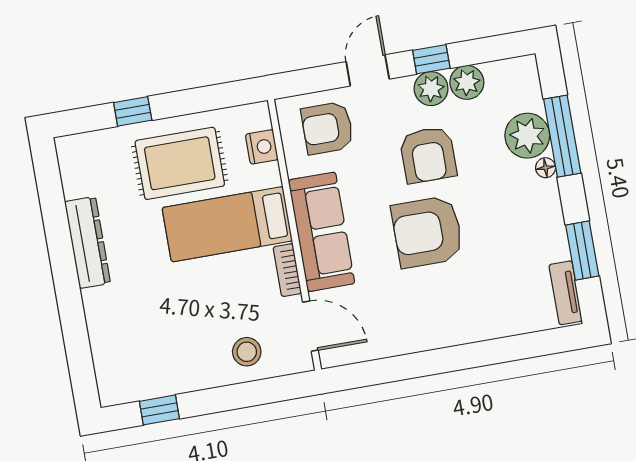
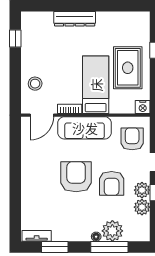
nightstand: (262, 147) -> (143, 107), moved
armchair: (428, 155) -> (112, 183), turned -90
dresser: (88, 242) -> (75, 19), moved

